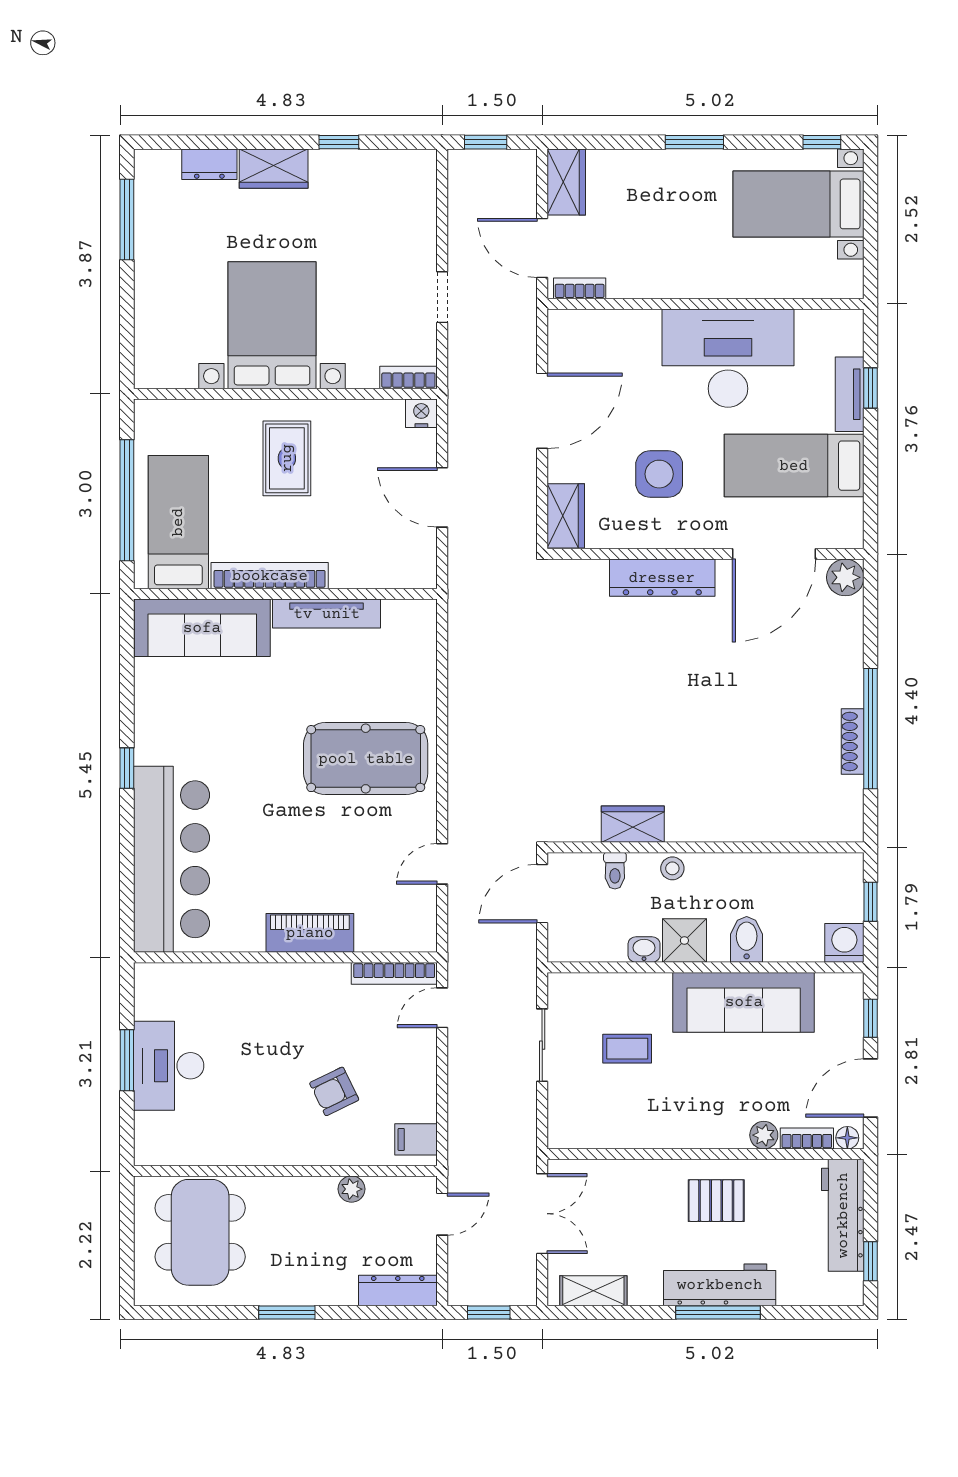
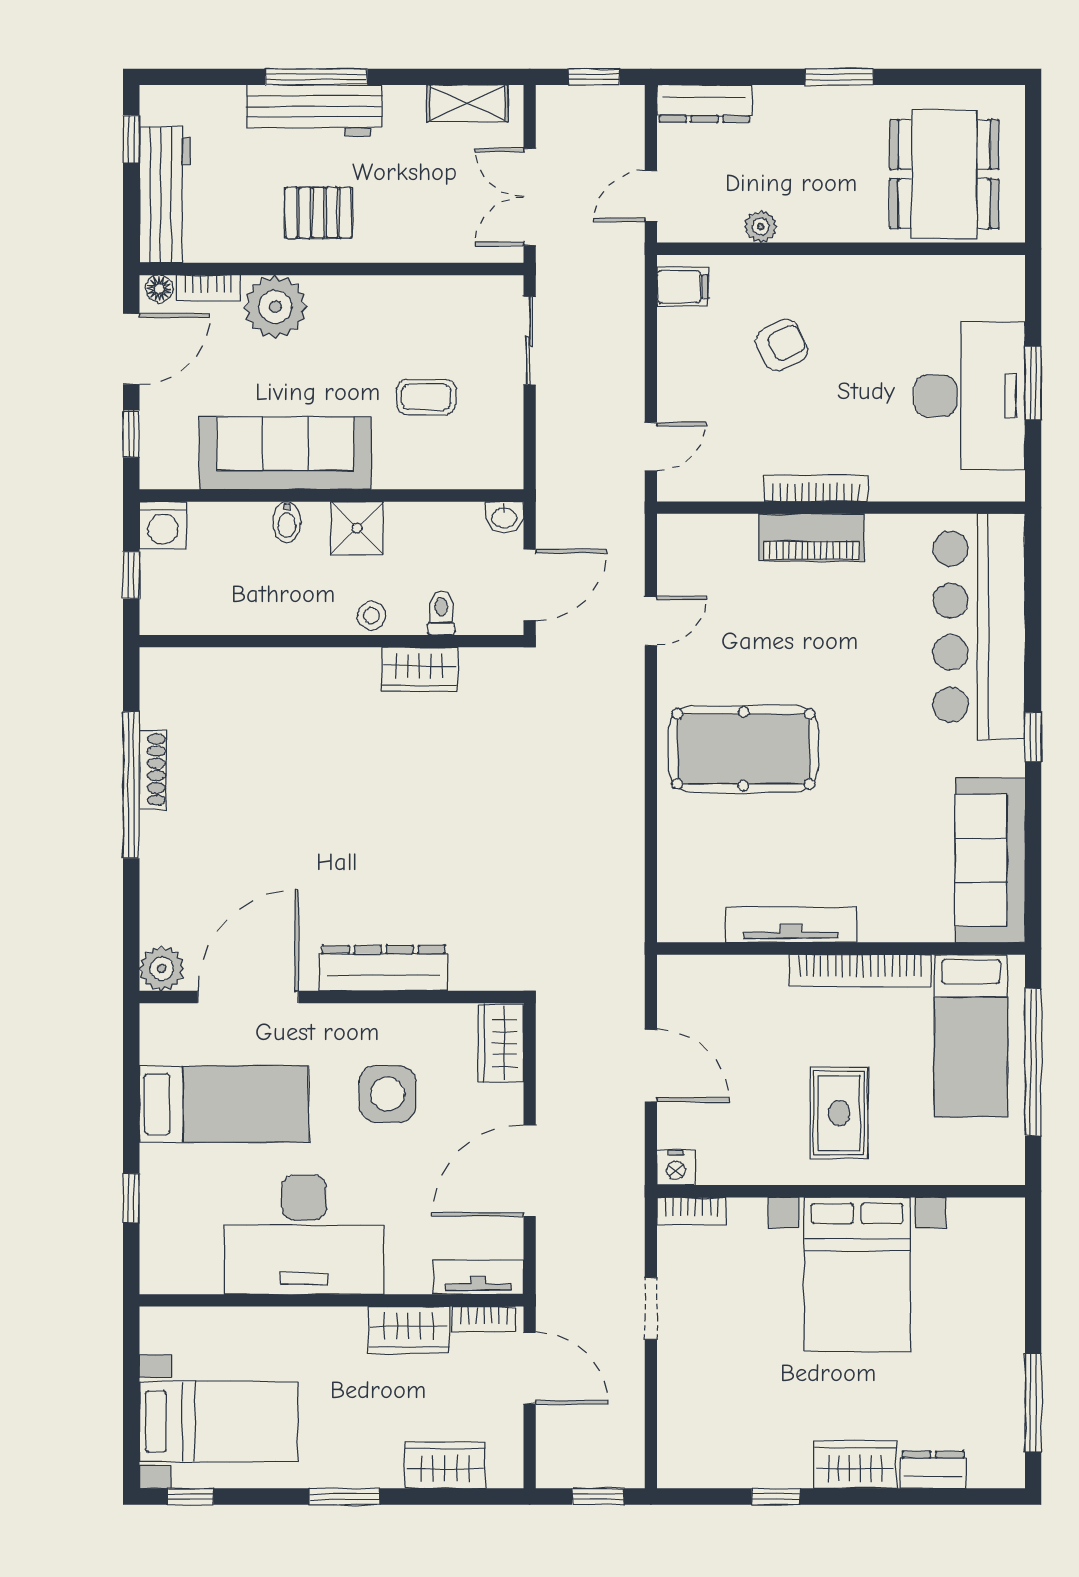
wardrobe: (566, 182) -> (445, 1465), moved, turned 90
wardrobe: (642, 279) -> (409, 1330), added
tv unit: (850, 394) -> (478, 1277), moved, turned -90
sofa: (202, 628) -> (990, 860), moved, turned -90
bidet: (747, 939) -> (287, 522), width x0.72, depth x0.74
washbasin: (644, 950) -> (504, 517), moved
bookcase: (394, 973) -> (816, 488), moved
sliding door: (542, 1045) -> (530, 341), moved
desk: (169, 1066) -> (970, 396), width x1.36, depth x1.30
plant: (764, 1135) -> (275, 307), width x1.88, depth x1.88

